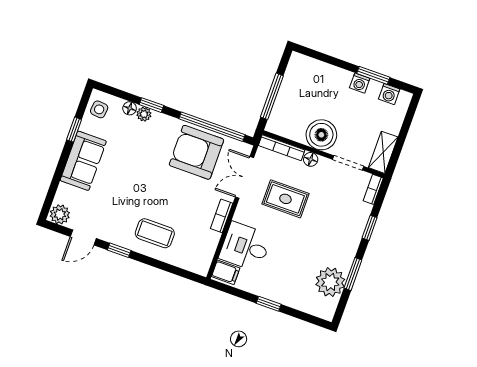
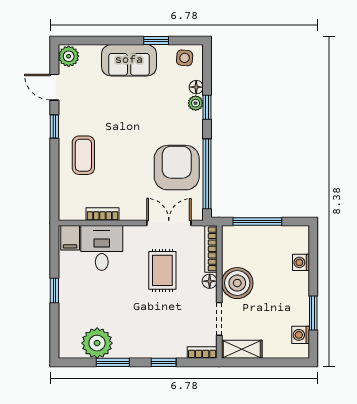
washing machine: (360, 83) -> (301, 262), moved
bookcase: (222, 216) -> (102, 214), moved

